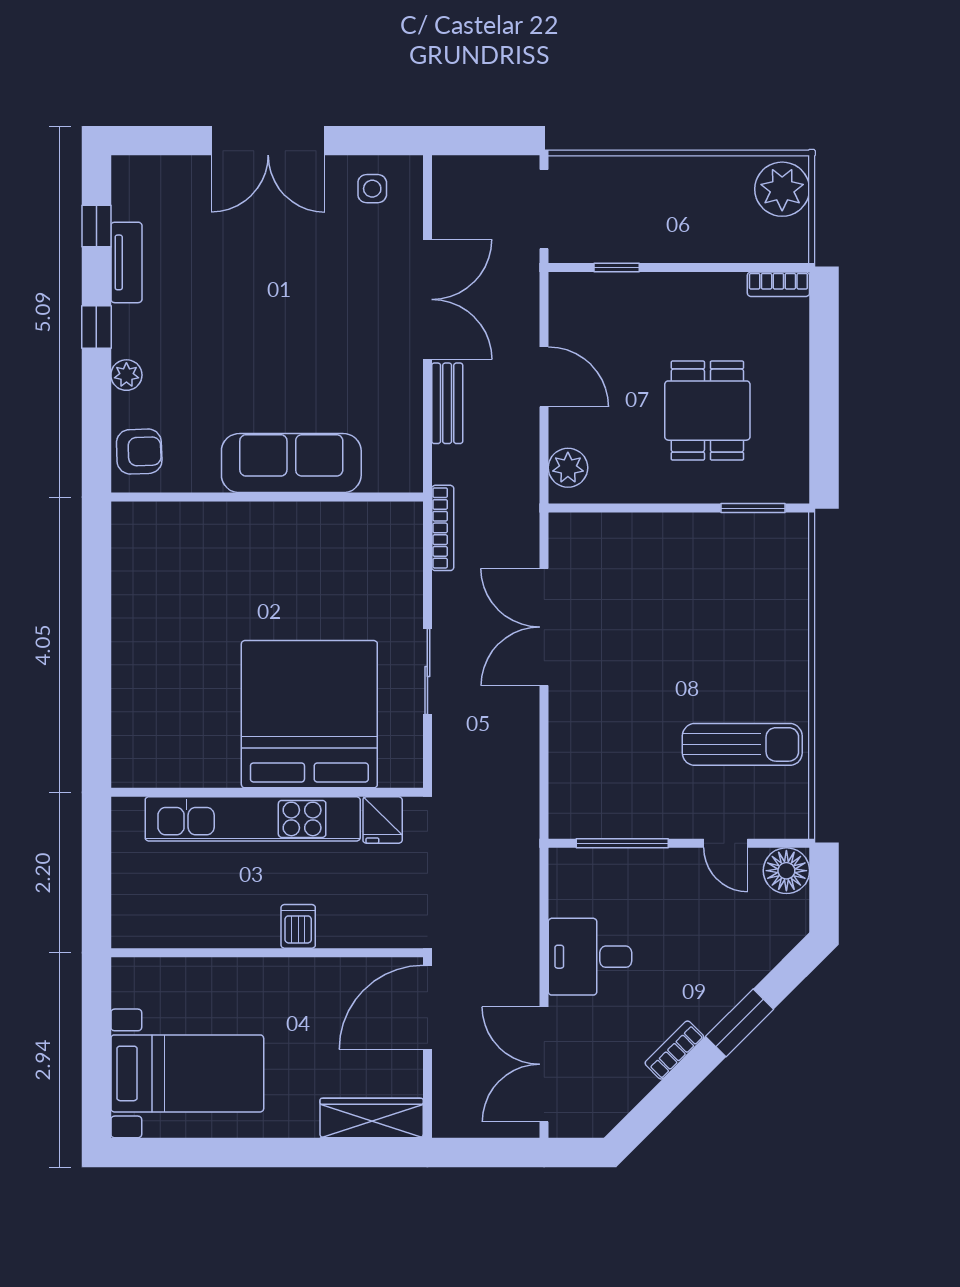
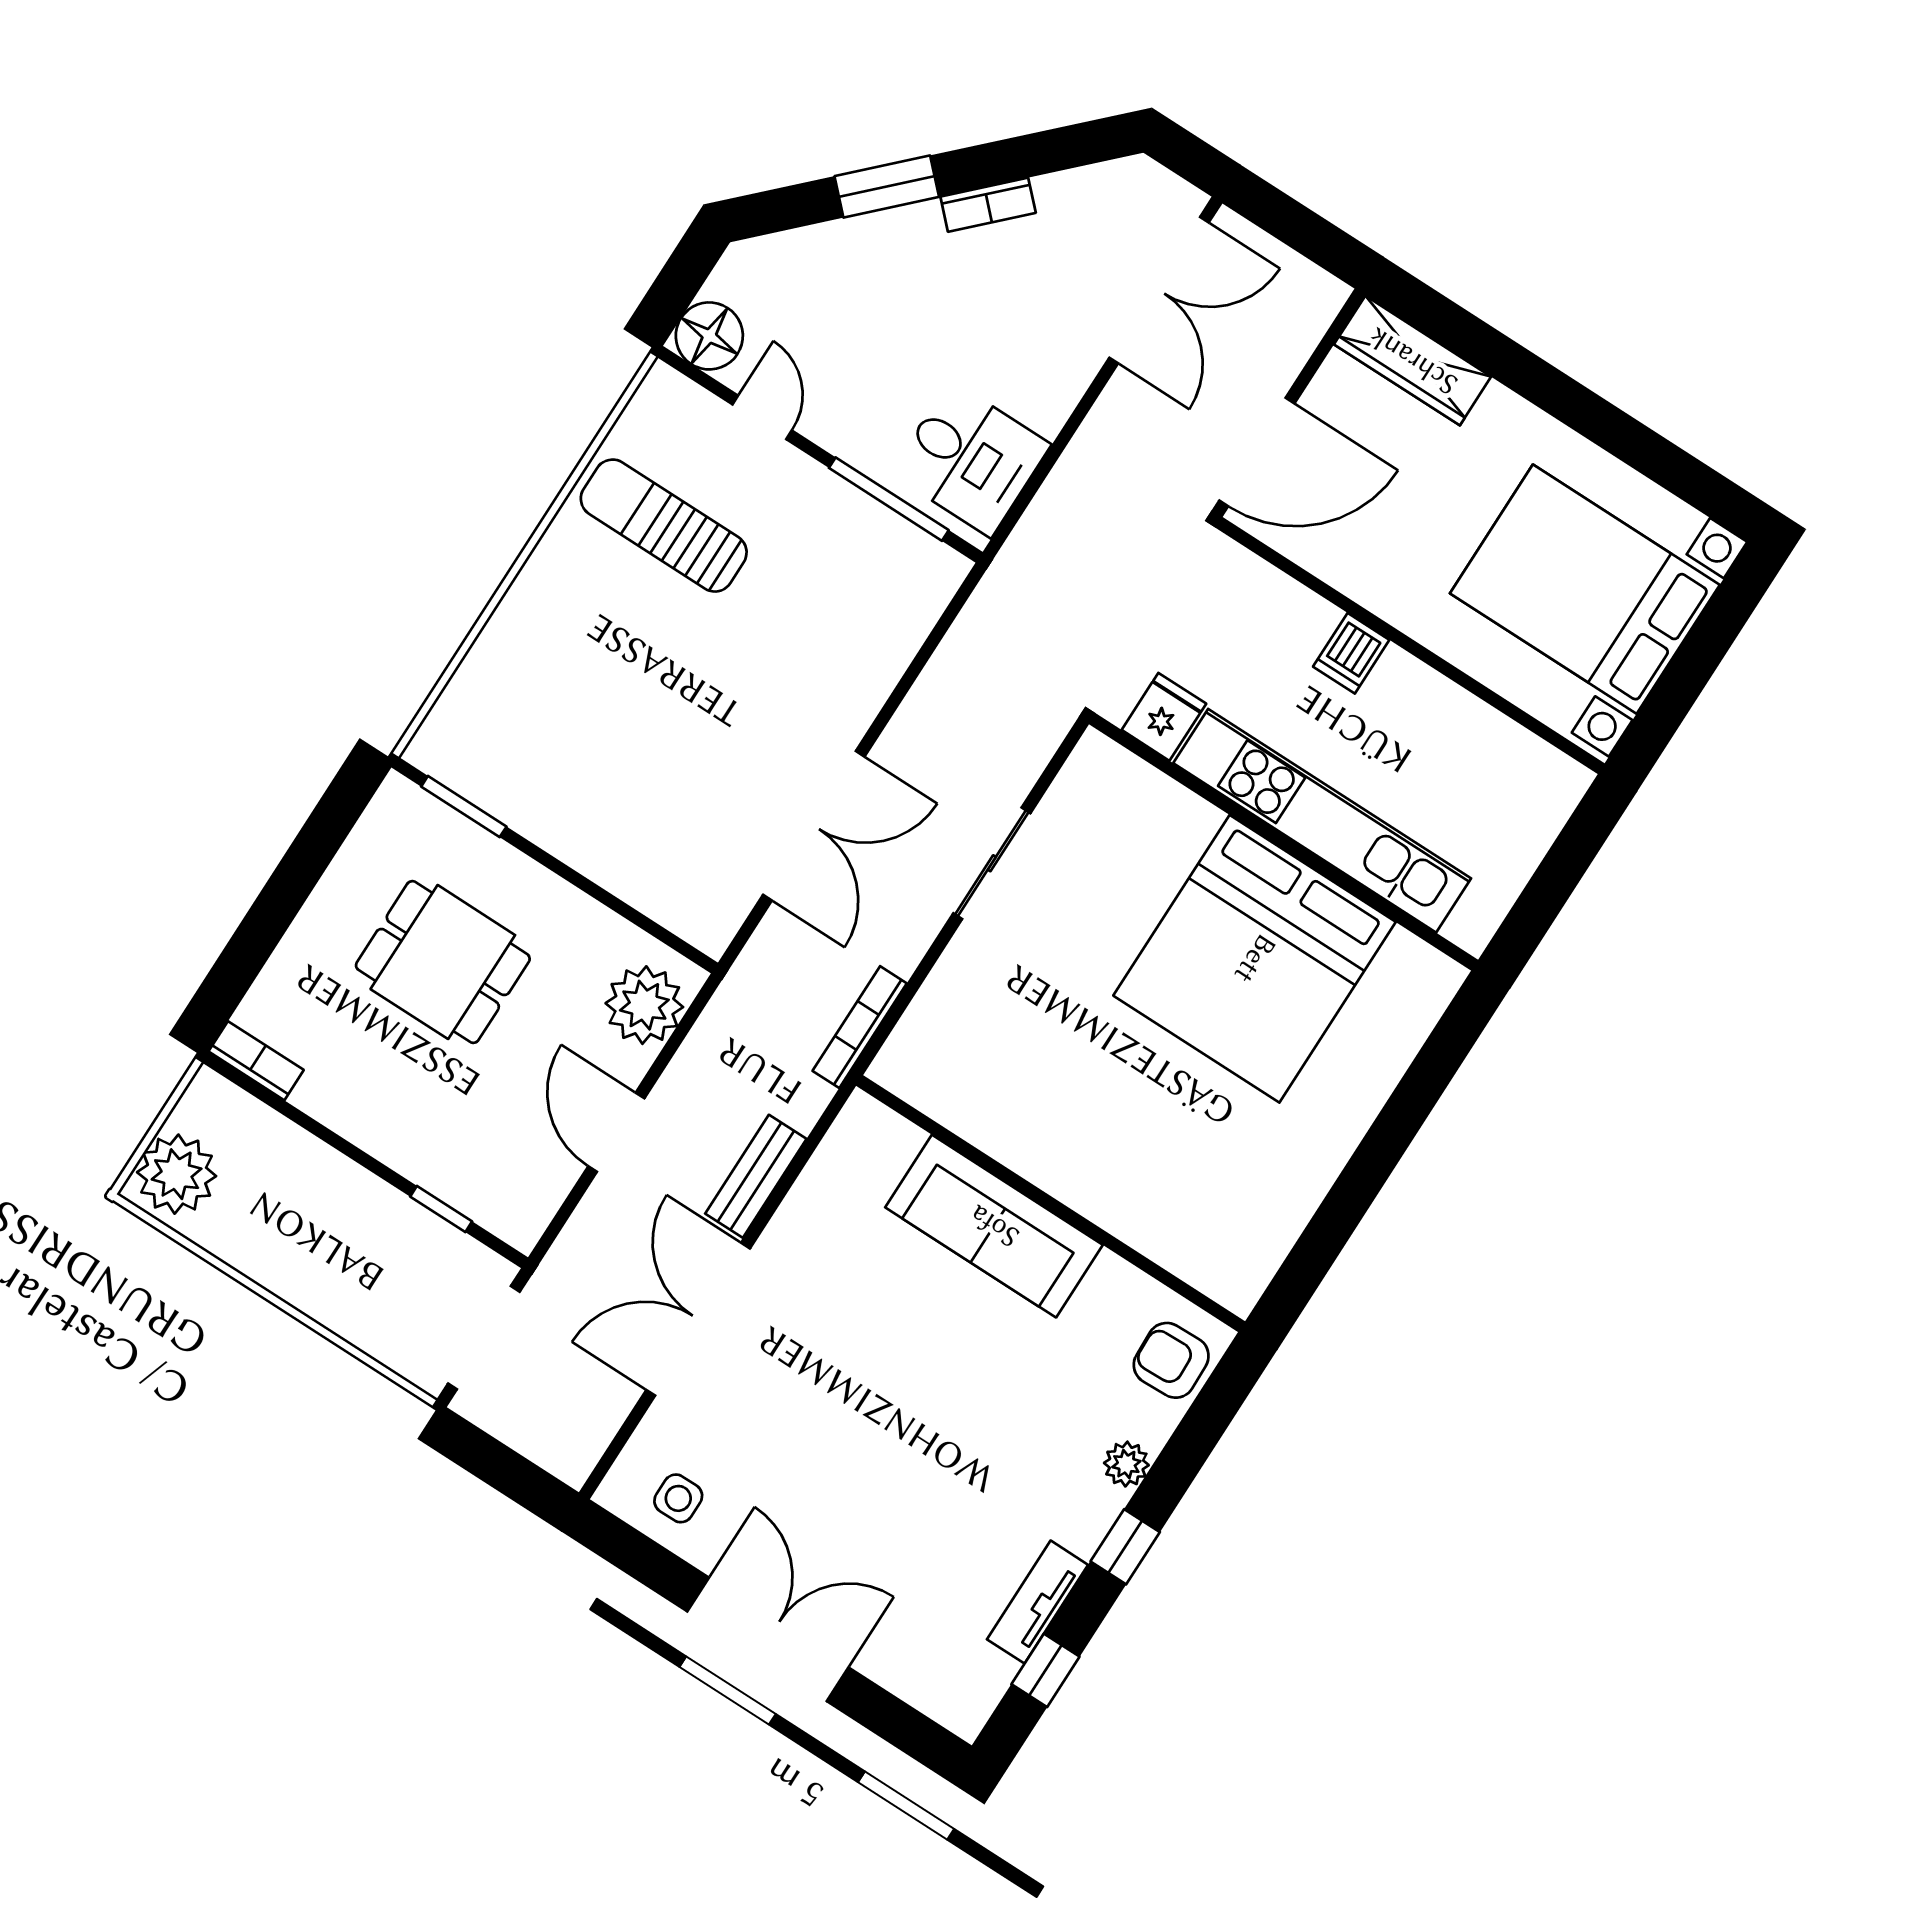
dining table: (707, 411) -> (443, 962), turned 90
plant: (568, 468) -> (644, 1005), width x1.36, depth x1.36
bed: (309, 714) -> (1255, 959), moved
desk: (590, 957) -> (971, 459), moved
bed with nightstands: (187, 1073) -> (1585, 589), width x1.36

